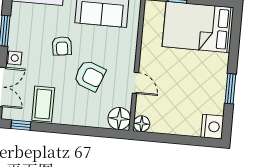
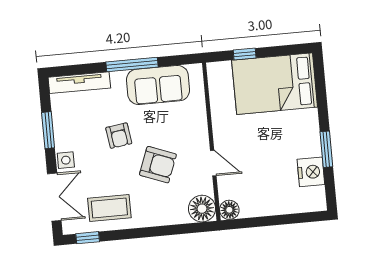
coffee table: (43, 104) -> (109, 208), turned 90
nightstand: (212, 127) -> (311, 172), moved

